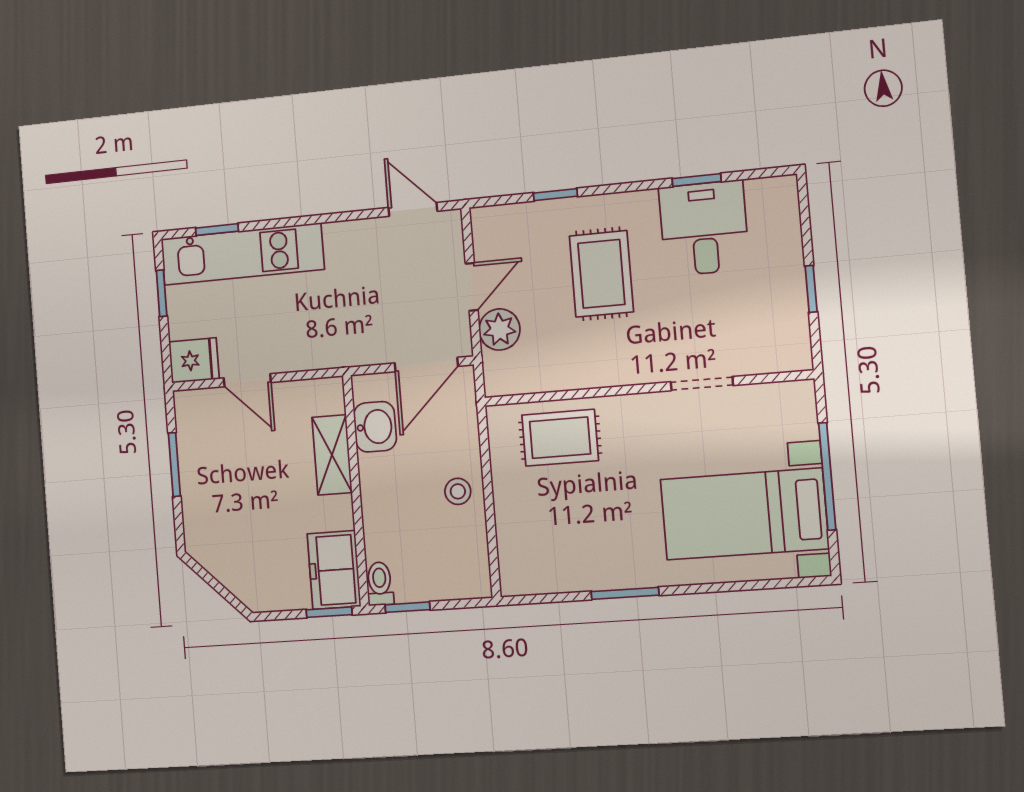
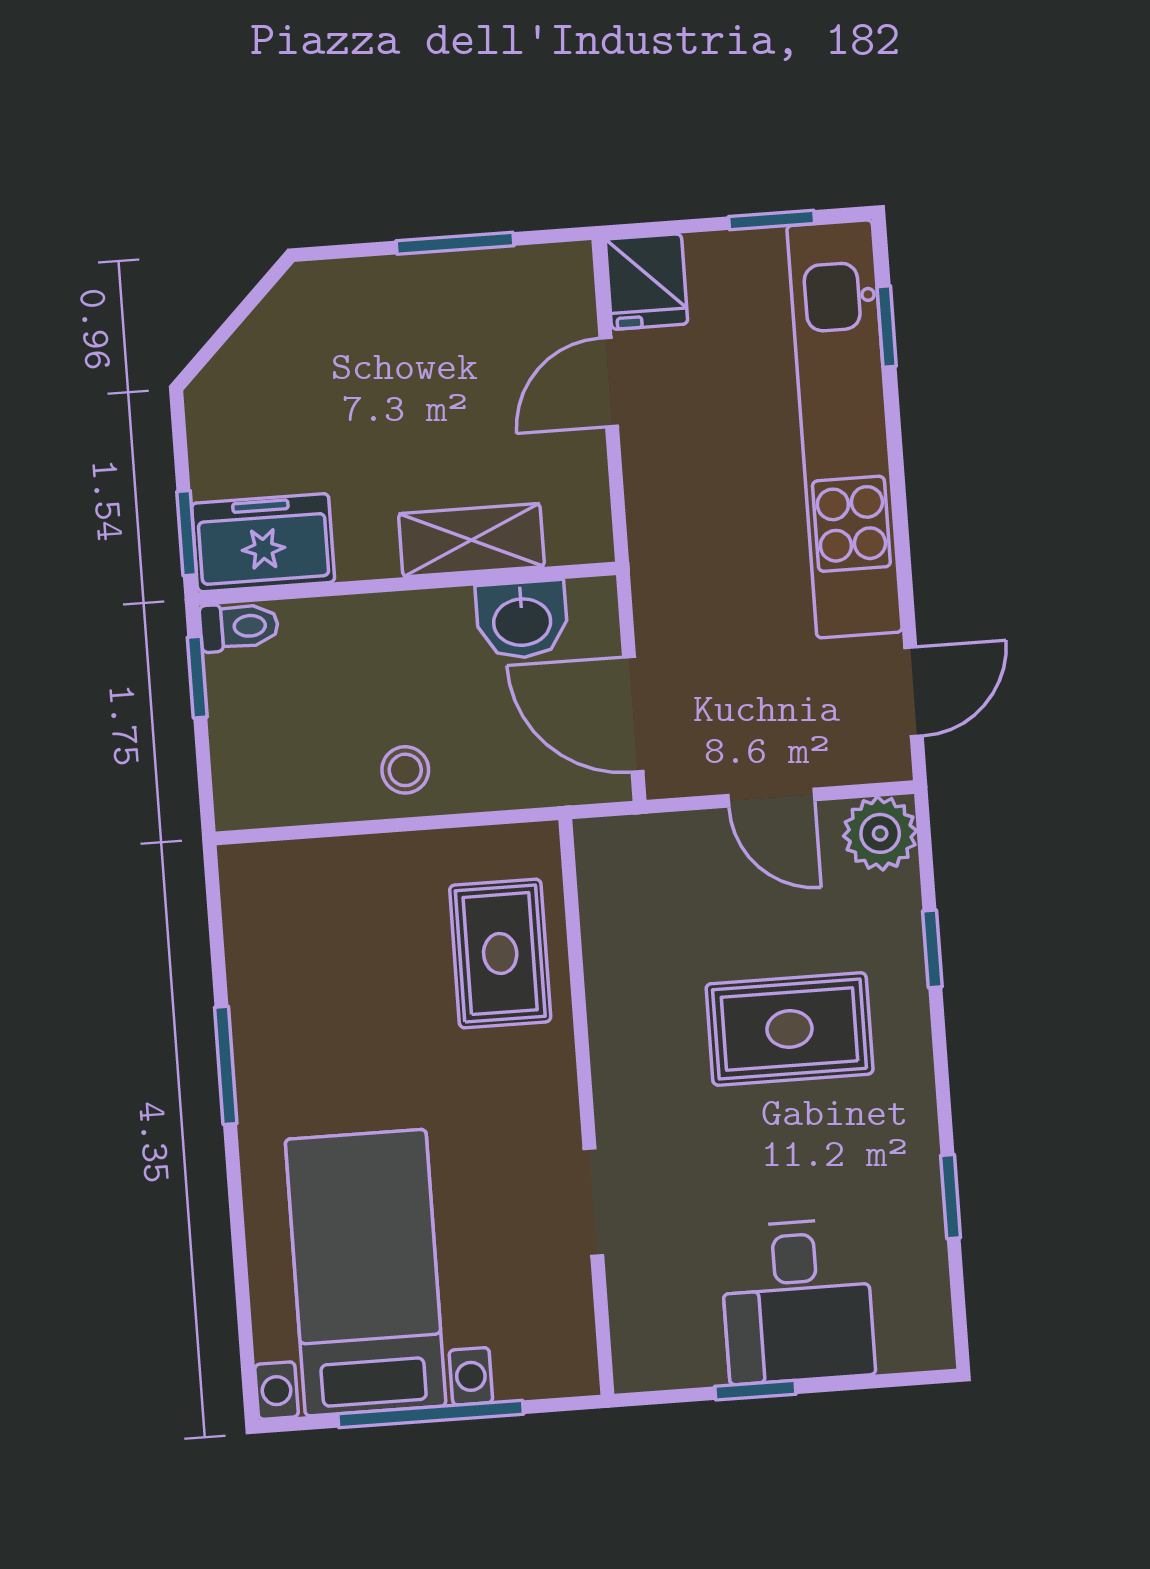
desk: (704, 228) -> (797, 1301), moved, turned 90
kitchen unit: (242, 254) -> (844, 429), width x1.36
plant: (499, 329) -> (880, 833), moved

